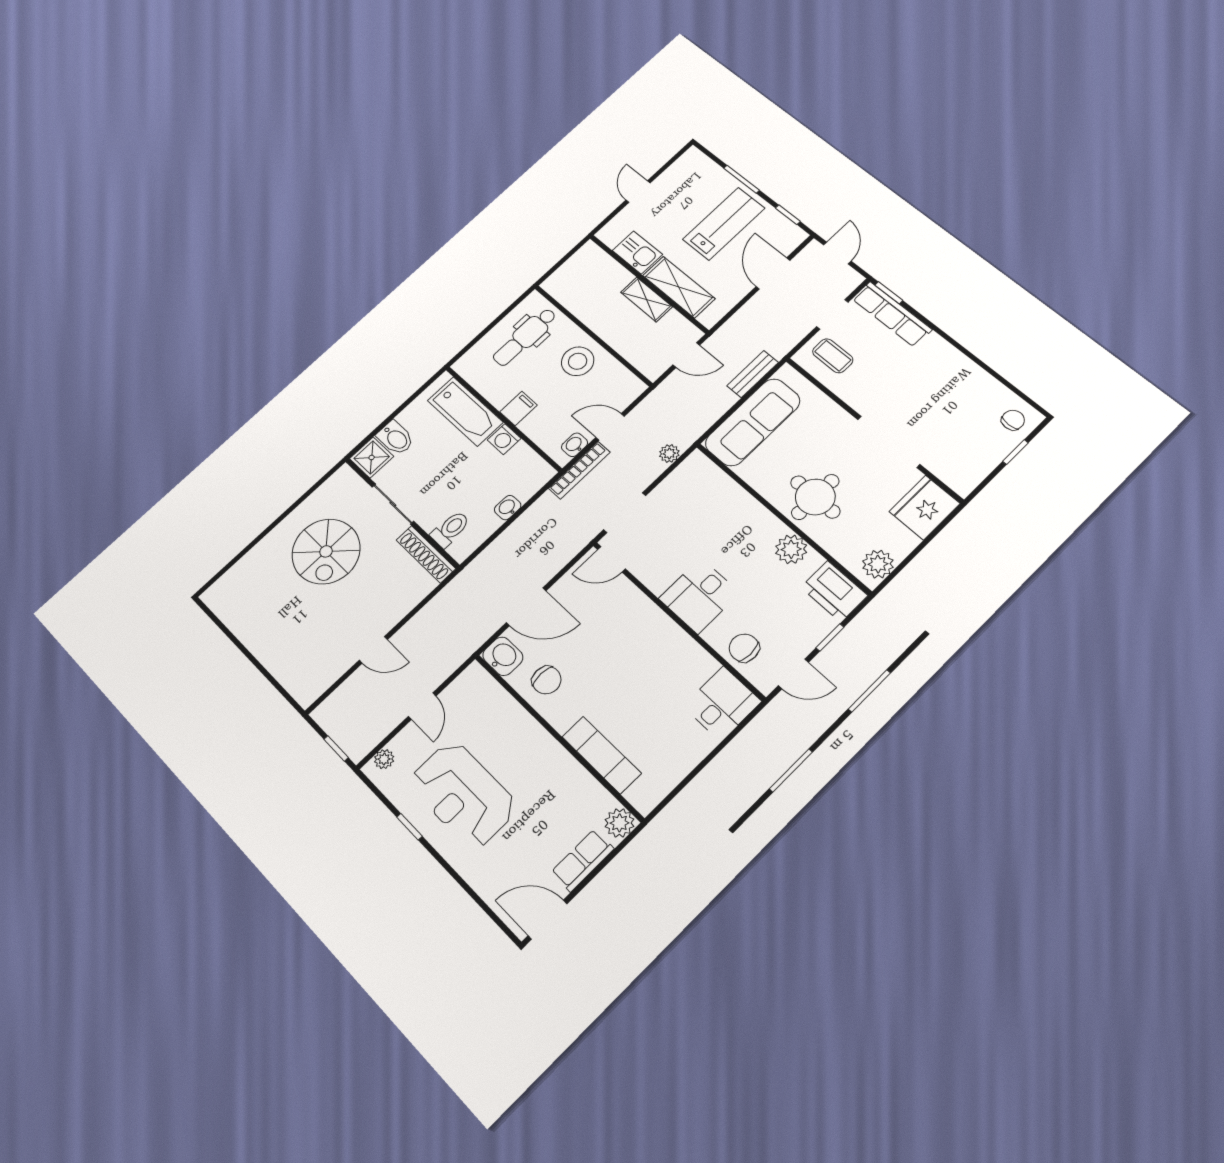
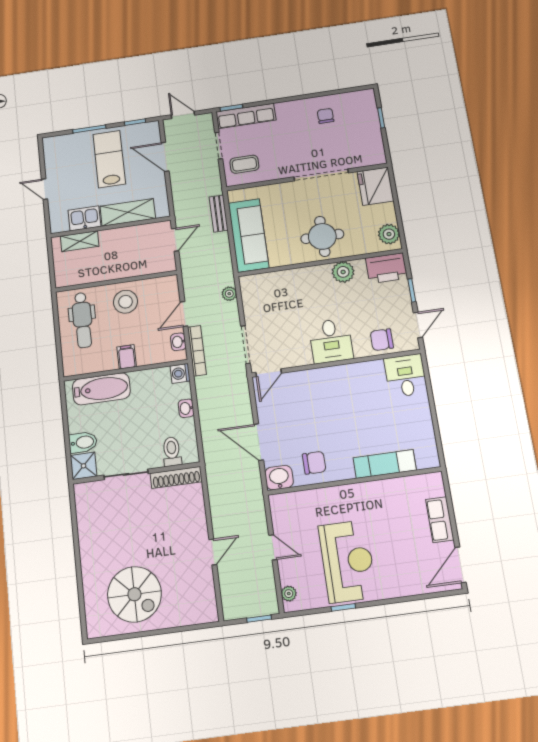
shelving: (647, 299) -> (80, 241), moved
chair: (1013, 420) -> (325, 116), moved
washing machine: (504, 439) -> (180, 373), moved, turned 90
spiral stairs: (326, 551) -> (134, 594), moved
door: (526, 607) -> (259, 442), swing flipped
reception desk: (463, 794) -> (347, 561), turned -90
plant: (620, 823) -> (433, 483), removed

